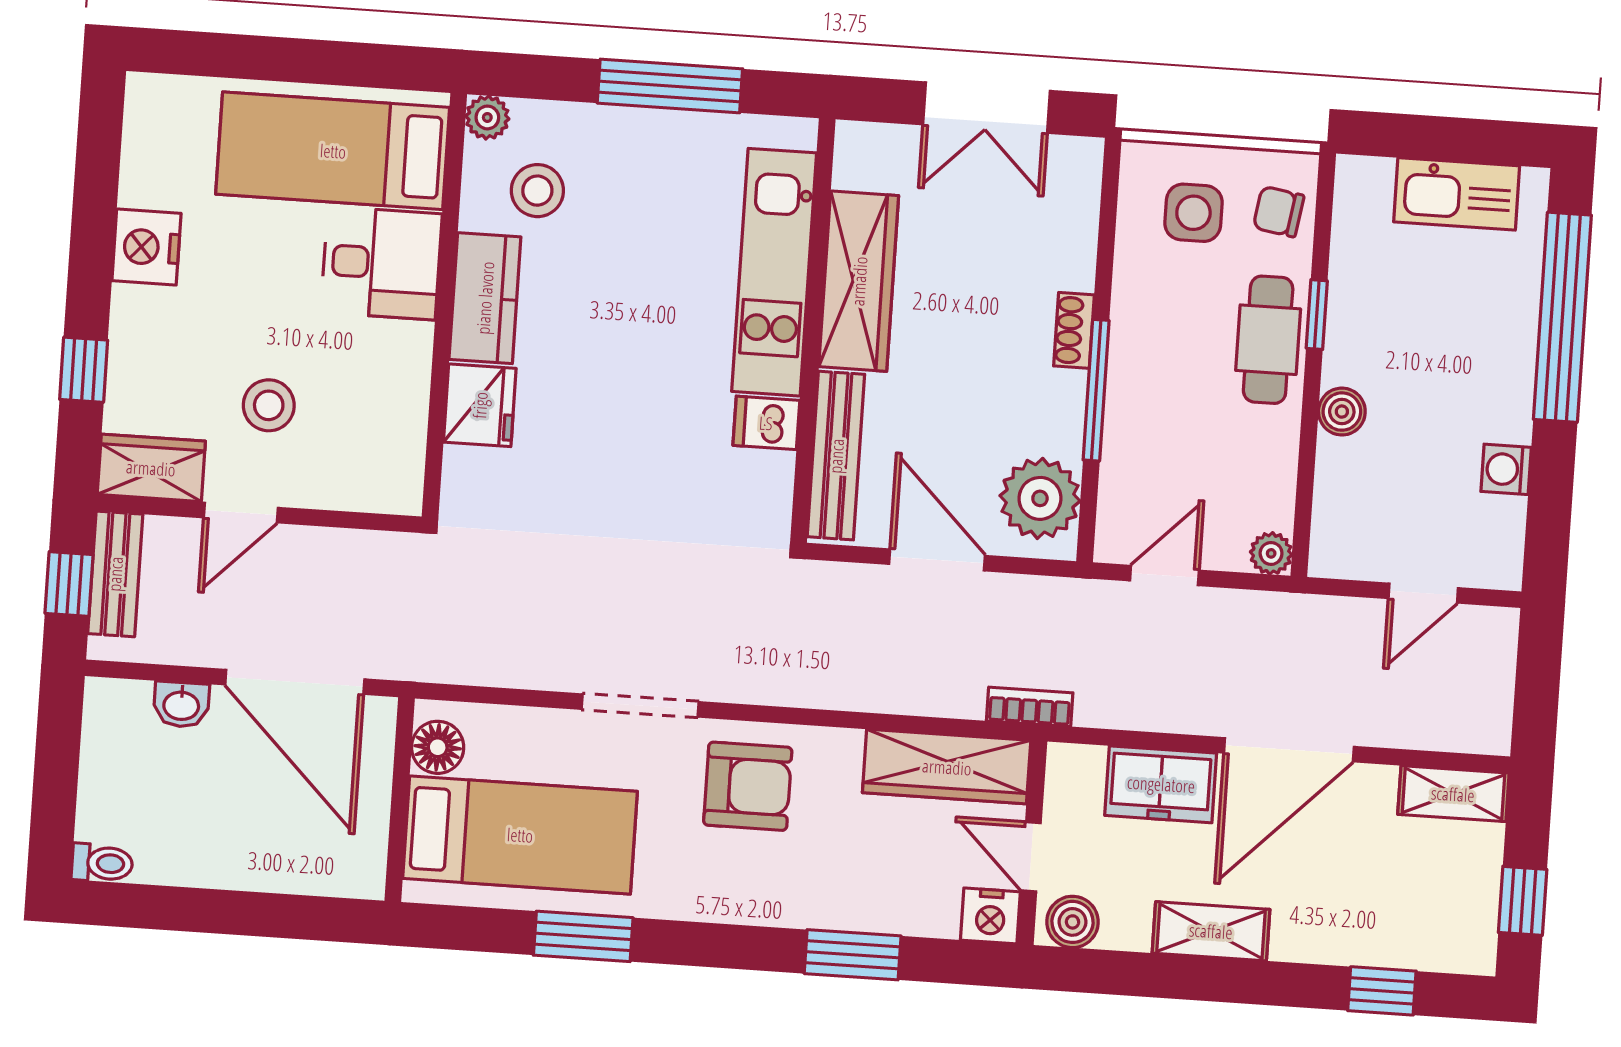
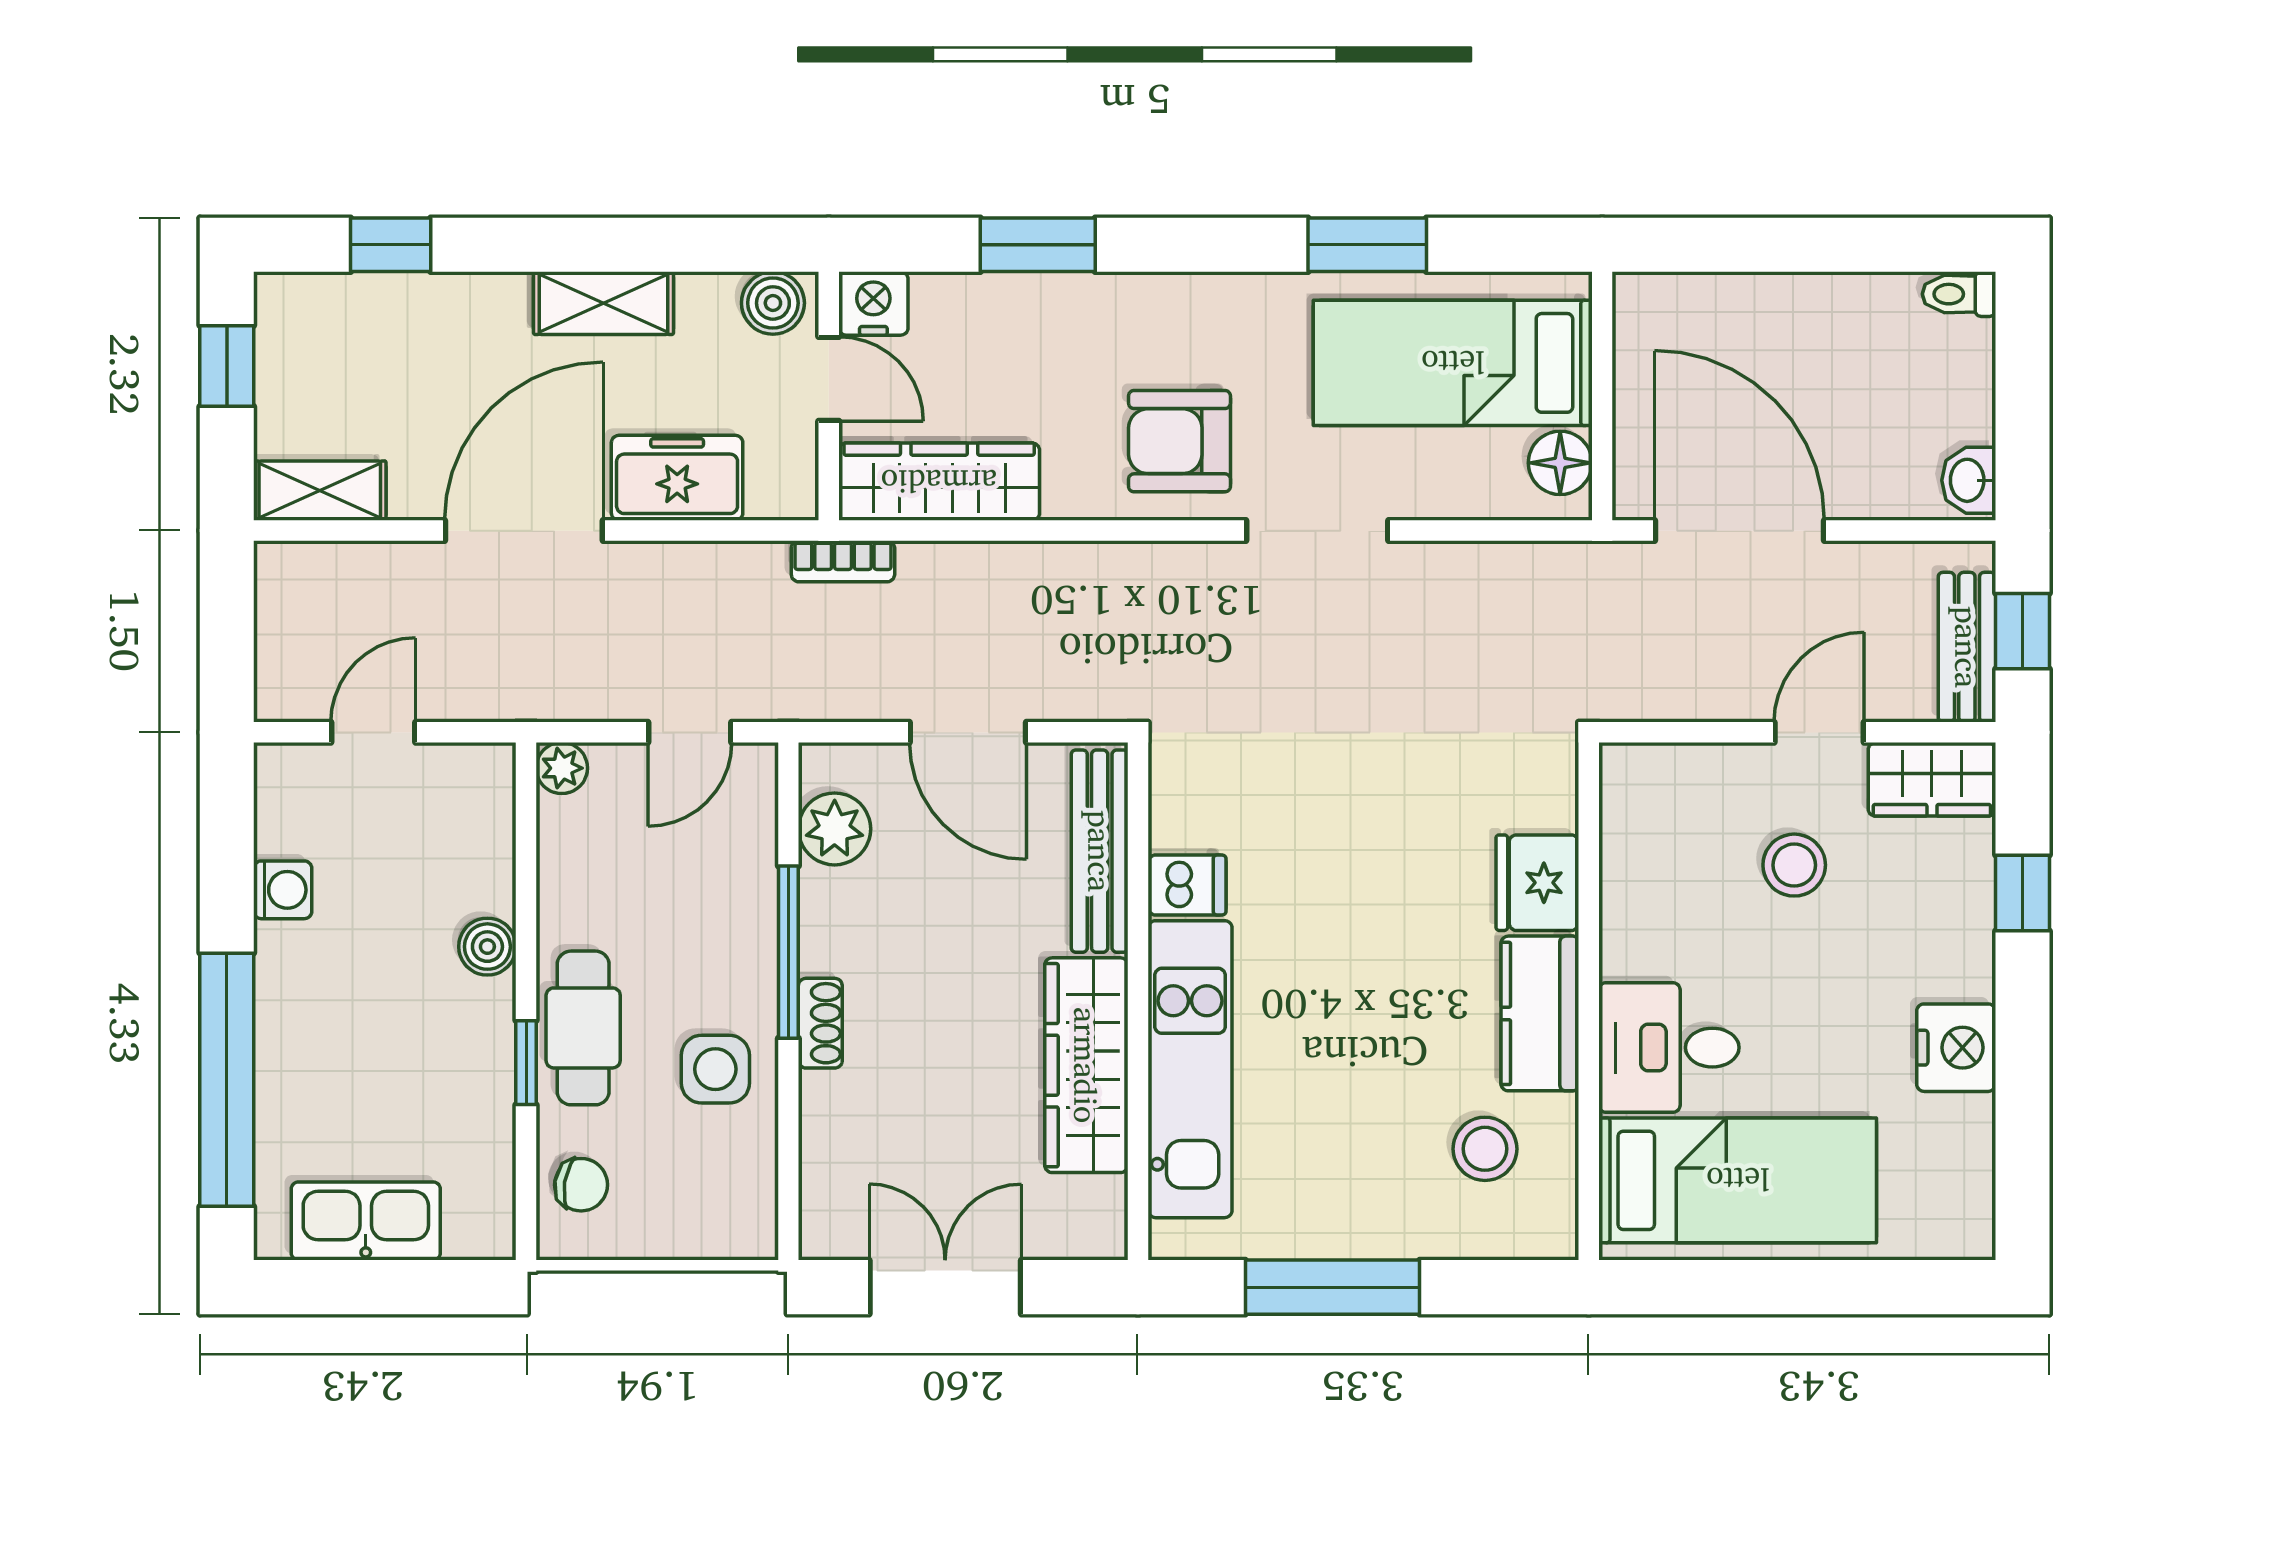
plant: (487, 117) -> (1552, 1234), removed
side table: (1193, 213) -> (715, 1069), moved
plant: (1040, 498) -> (835, 829), width x0.73, depth x0.73
washbasin: (181, 705) -> (1969, 480), moved, turned -90

